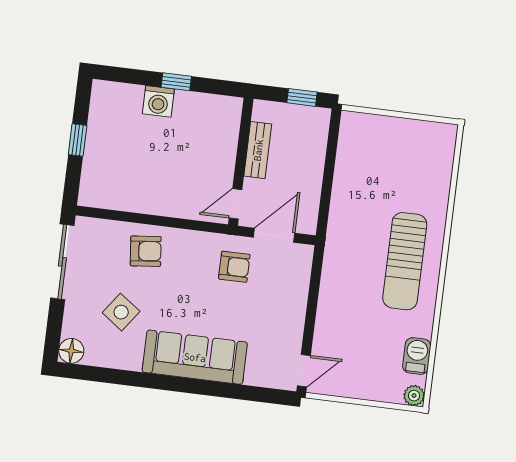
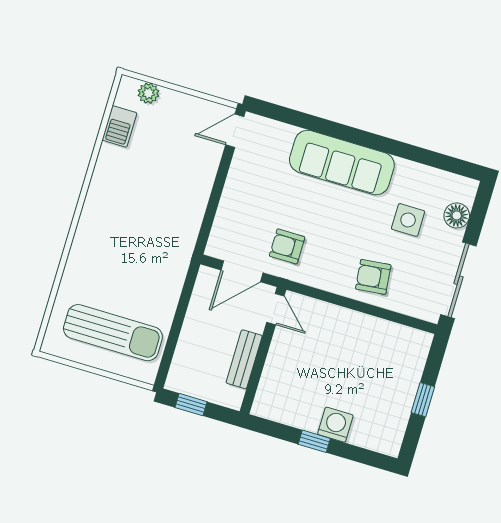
door: (236, 204) -> (275, 309), hinge flipped
sun lounger: (405, 261) -> (113, 333), moved, turned 90
side table: (121, 312) -> (408, 220), turned -36
floor lamp: (71, 351) -> (457, 215), moved
plant: (414, 396) -> (148, 93), moved

